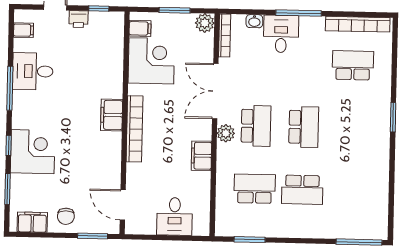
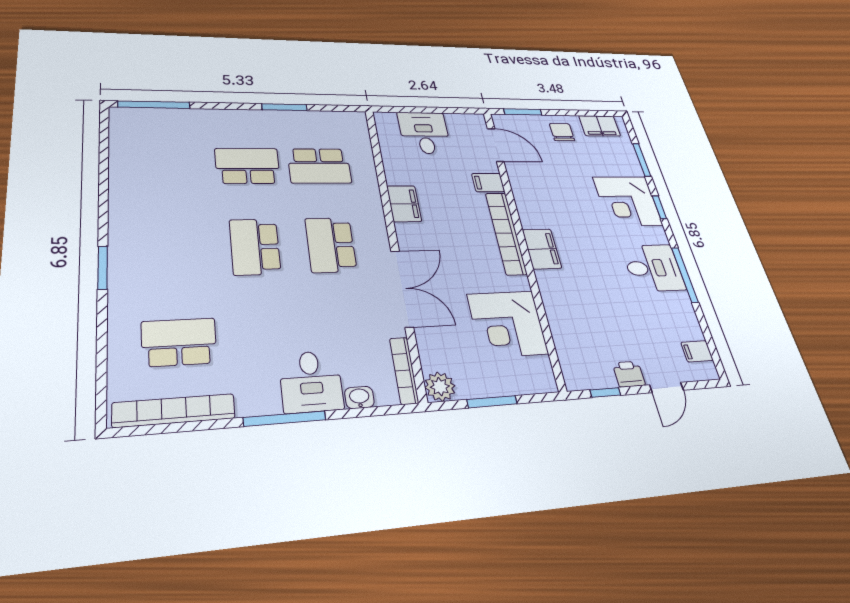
filing cabinet: (140, 28) -> (488, 183), moved
school desk: (353, 65) -> (179, 342), turned 180
desk: (33, 71) -> (653, 268), moved
plant: (226, 133) -> (375, 233), removed
window: (250, 240) -> (285, 107), moved

